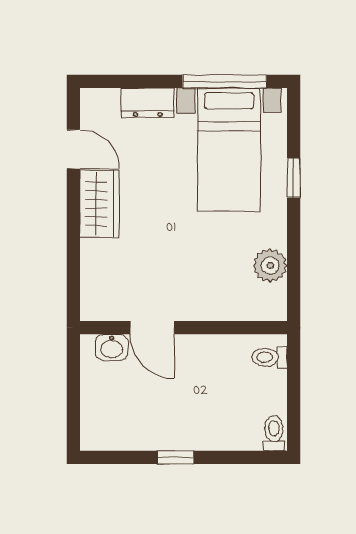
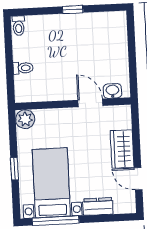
door: (152, 328) -> (90, 103), moved
wall: (183, 328) -> (73, 104), moved
washbasin: (112, 347) -> (112, 91), moved

